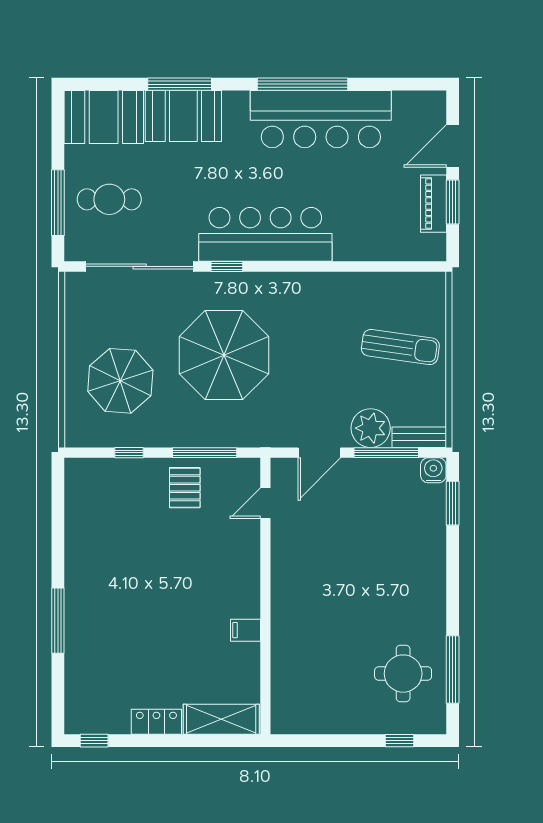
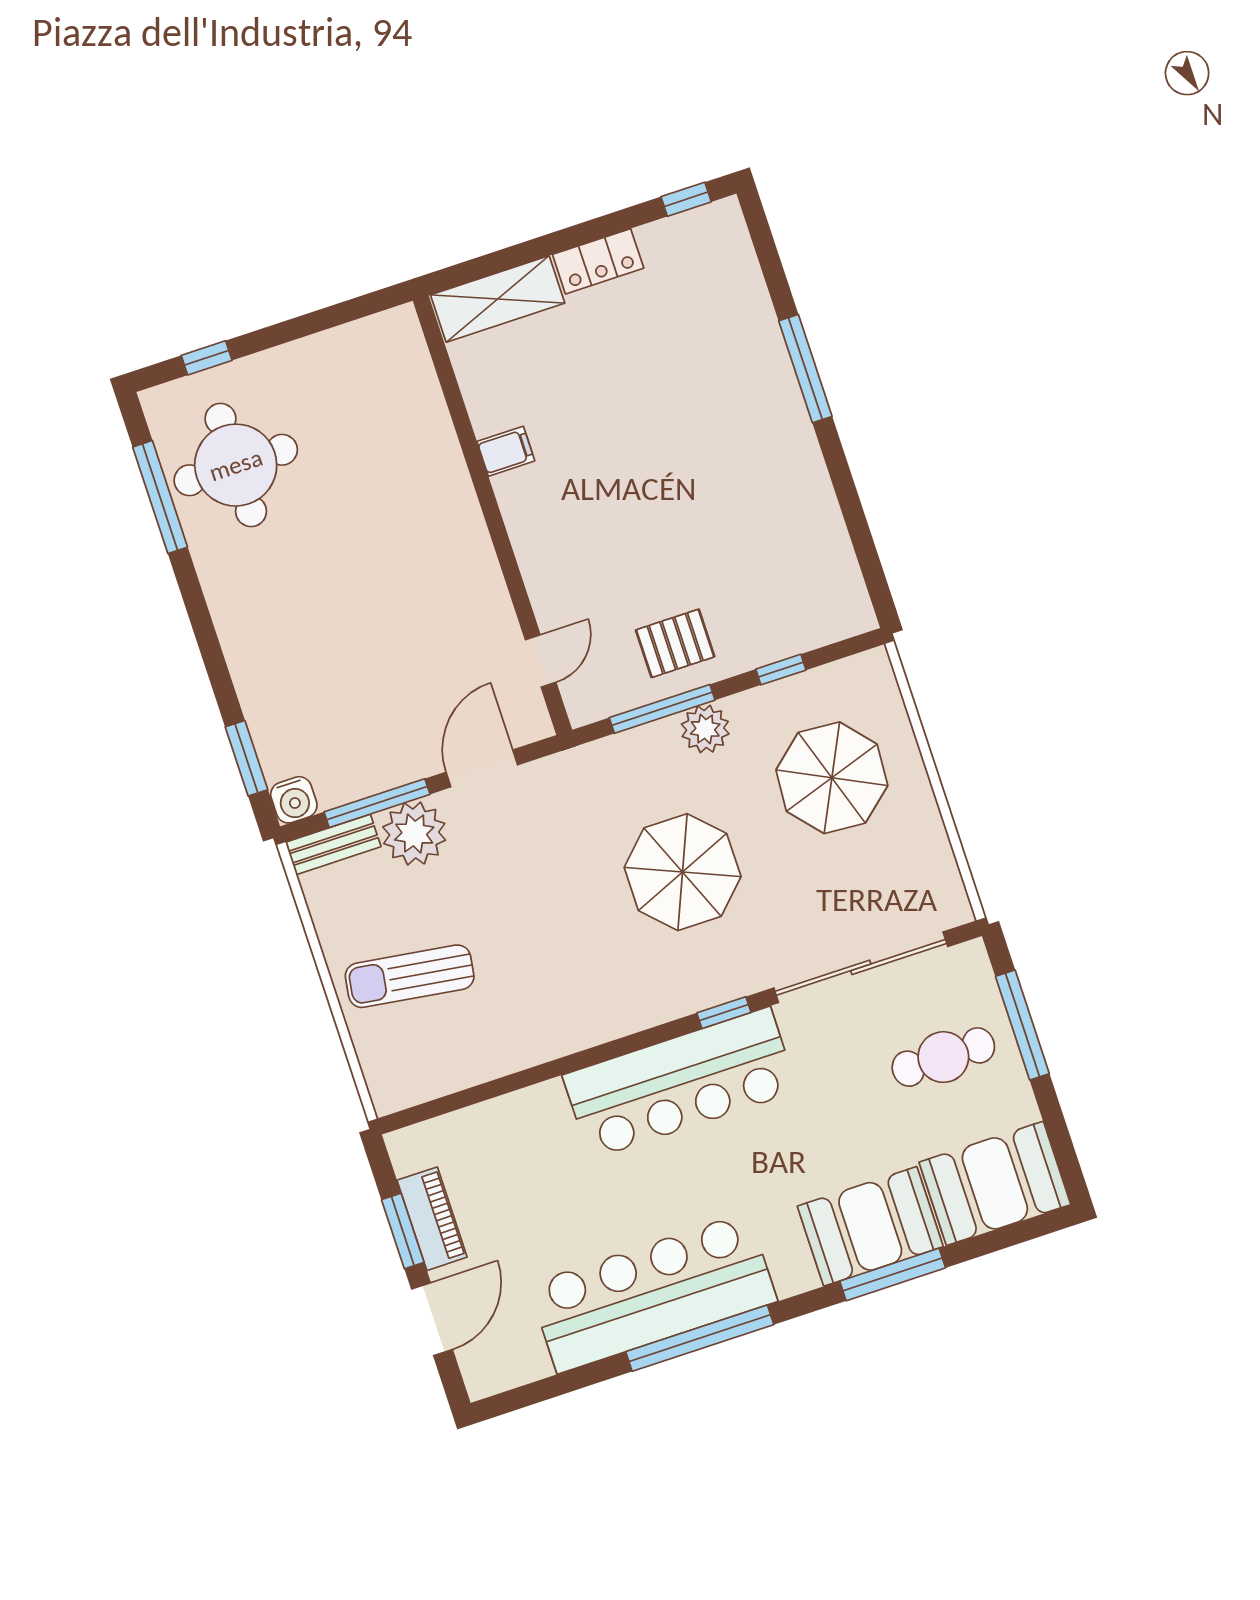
parasol: (224, 355) -> (683, 872), width x0.73, depth x0.73
plant: (184, 433) -> (705, 729), added
pallet: (185, 488) -> (675, 643), turned 90
round table: (403, 674) -> (236, 465), width x1.36, depth x1.36

